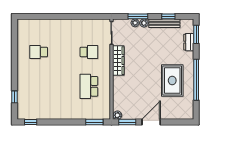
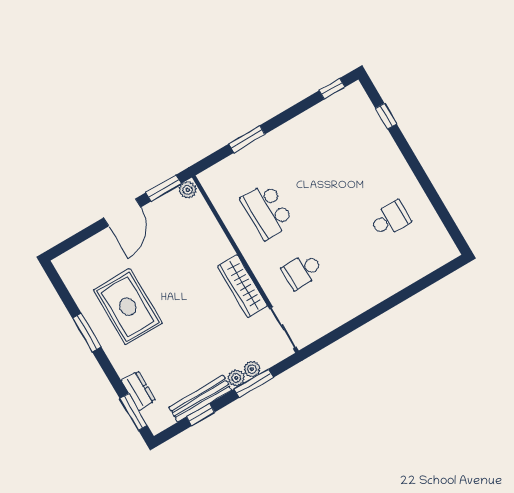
window: (196, 80) -> (87, 333), width x0.47
school desk: (89, 86) -> (267, 211), turned 180
window: (94, 122) -> (247, 139), moved

